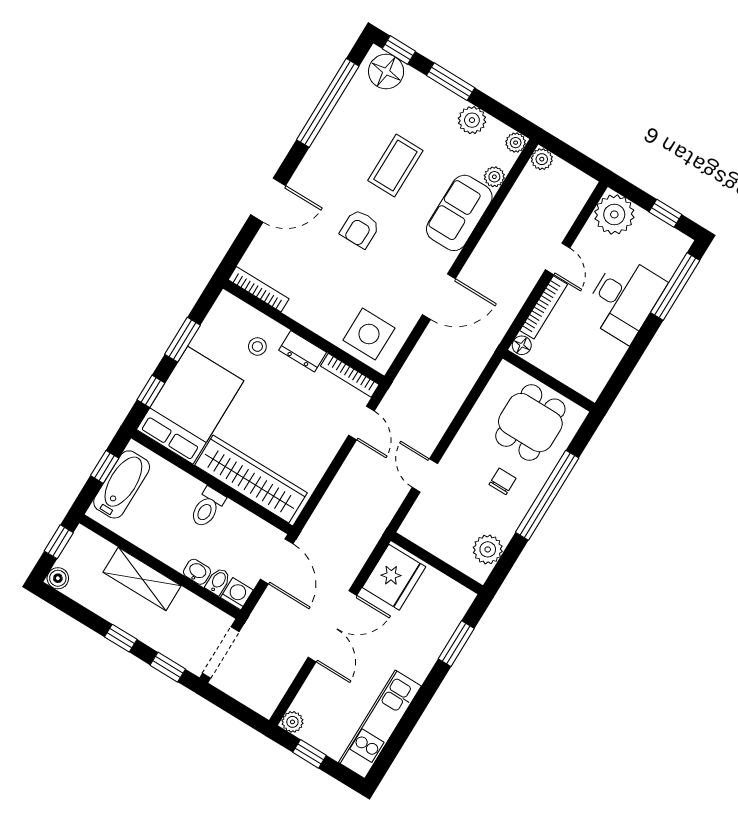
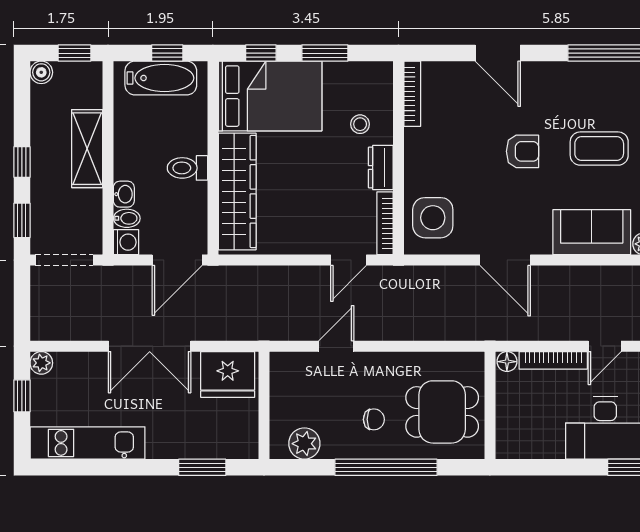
armchair: (360, 229) -> (523, 151), turned 180

